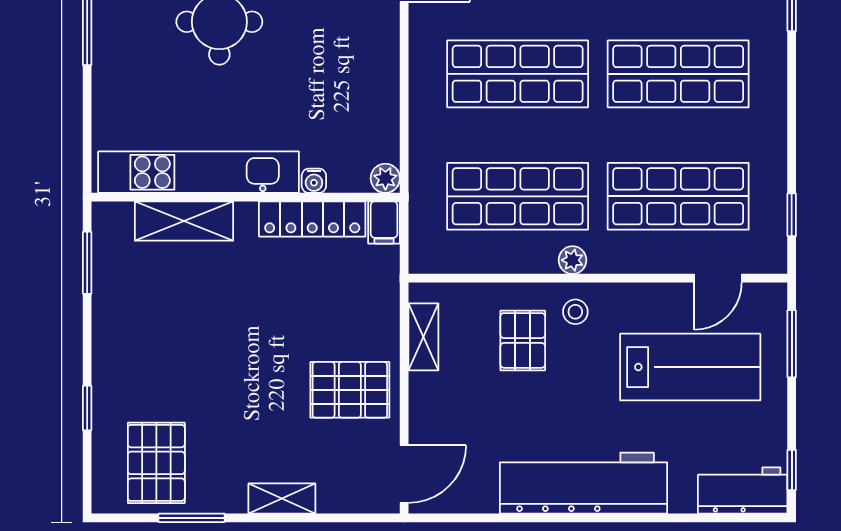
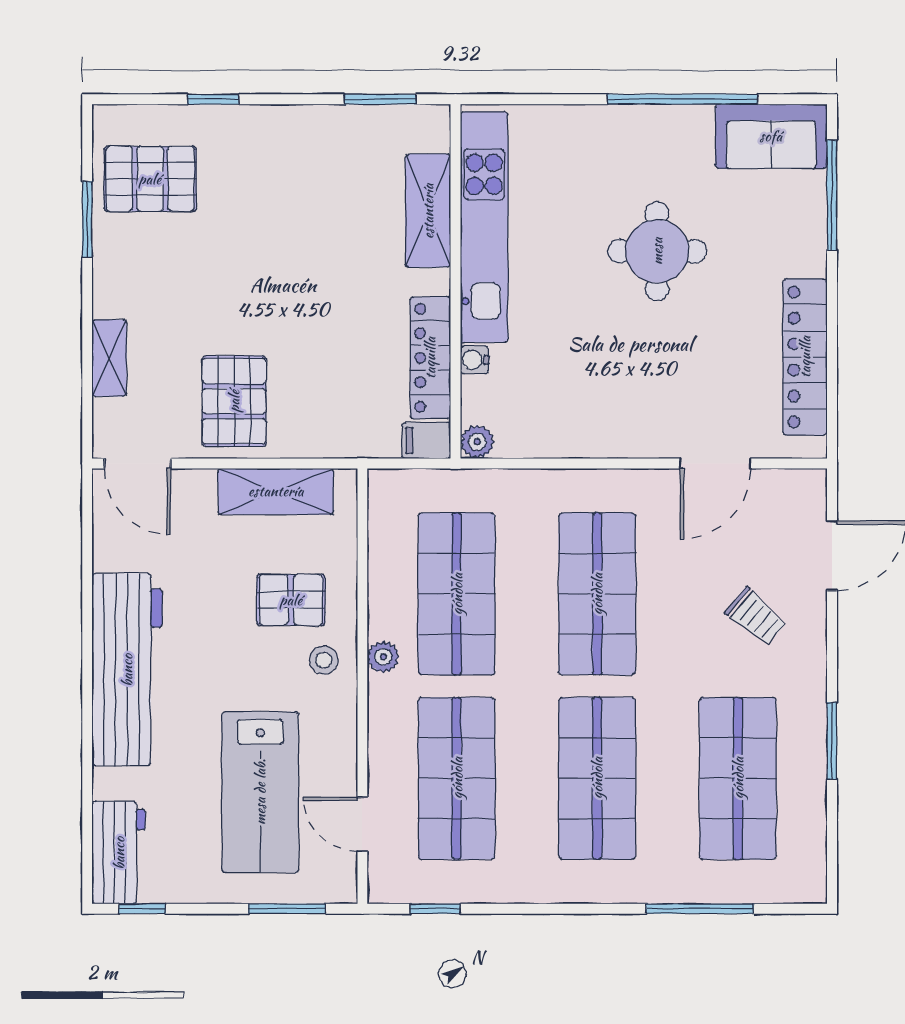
shelving: (423, 337) -> (276, 491), width x1.50, depth x1.33
shelving: (282, 499) -> (109, 358), moved

